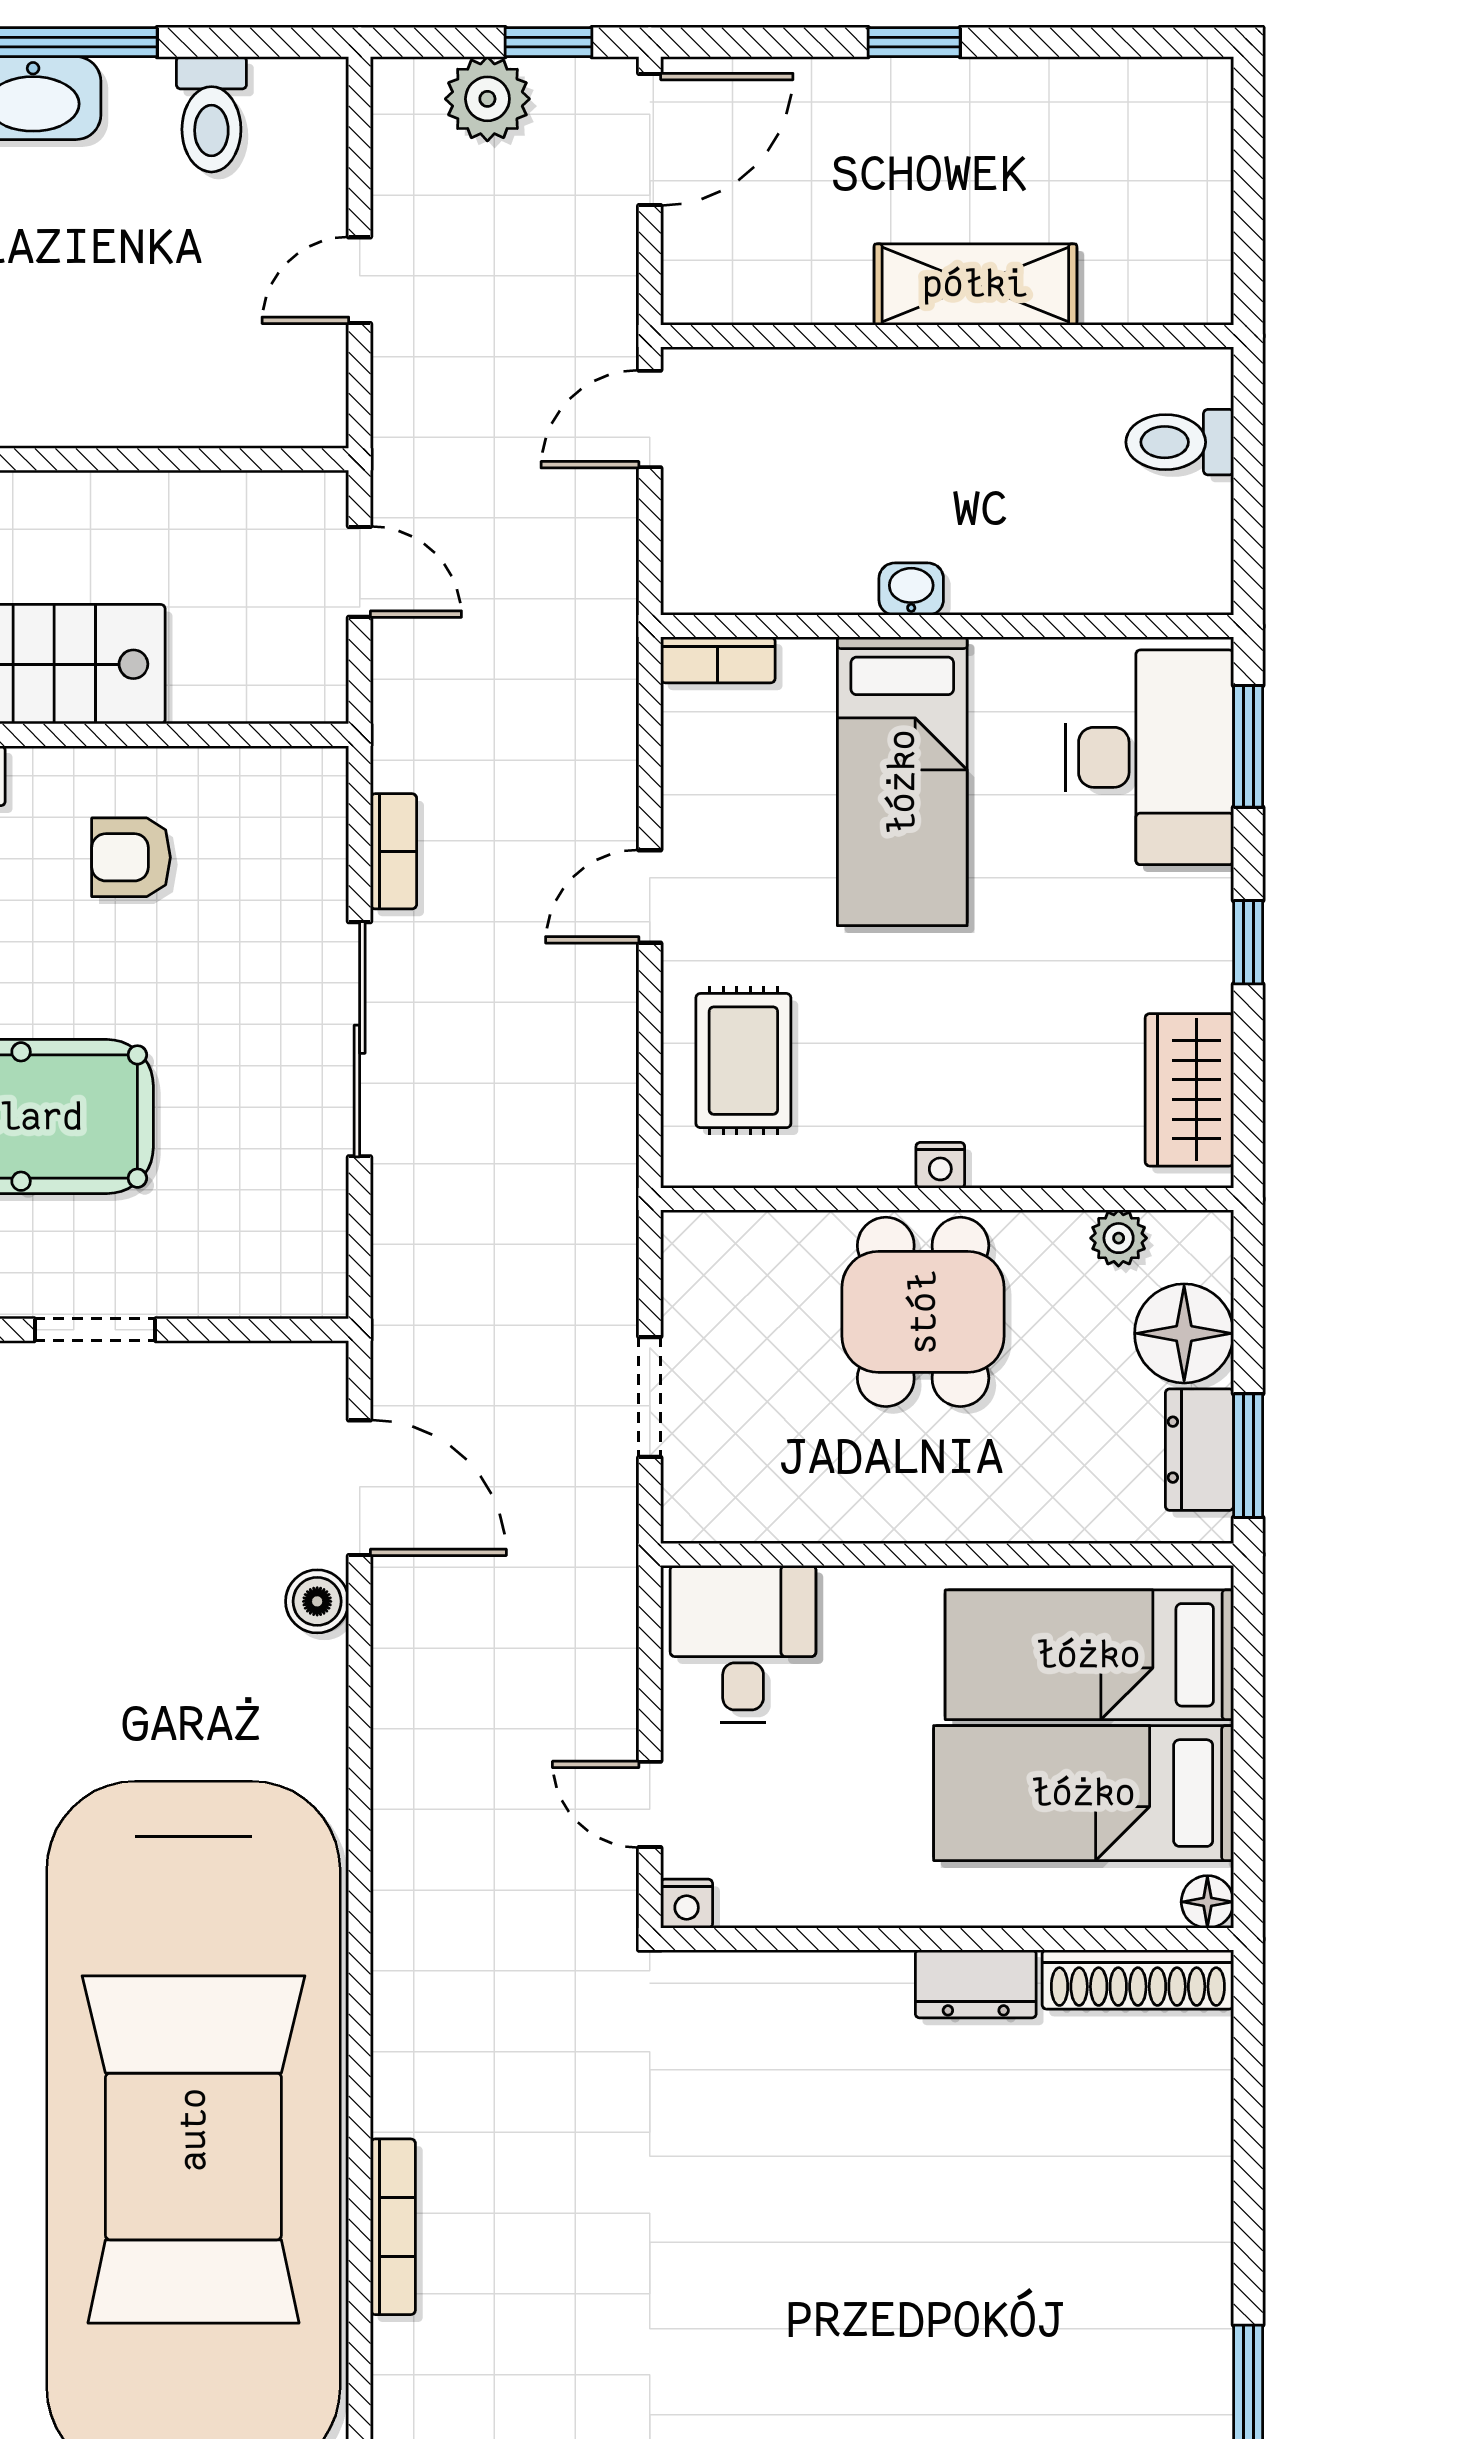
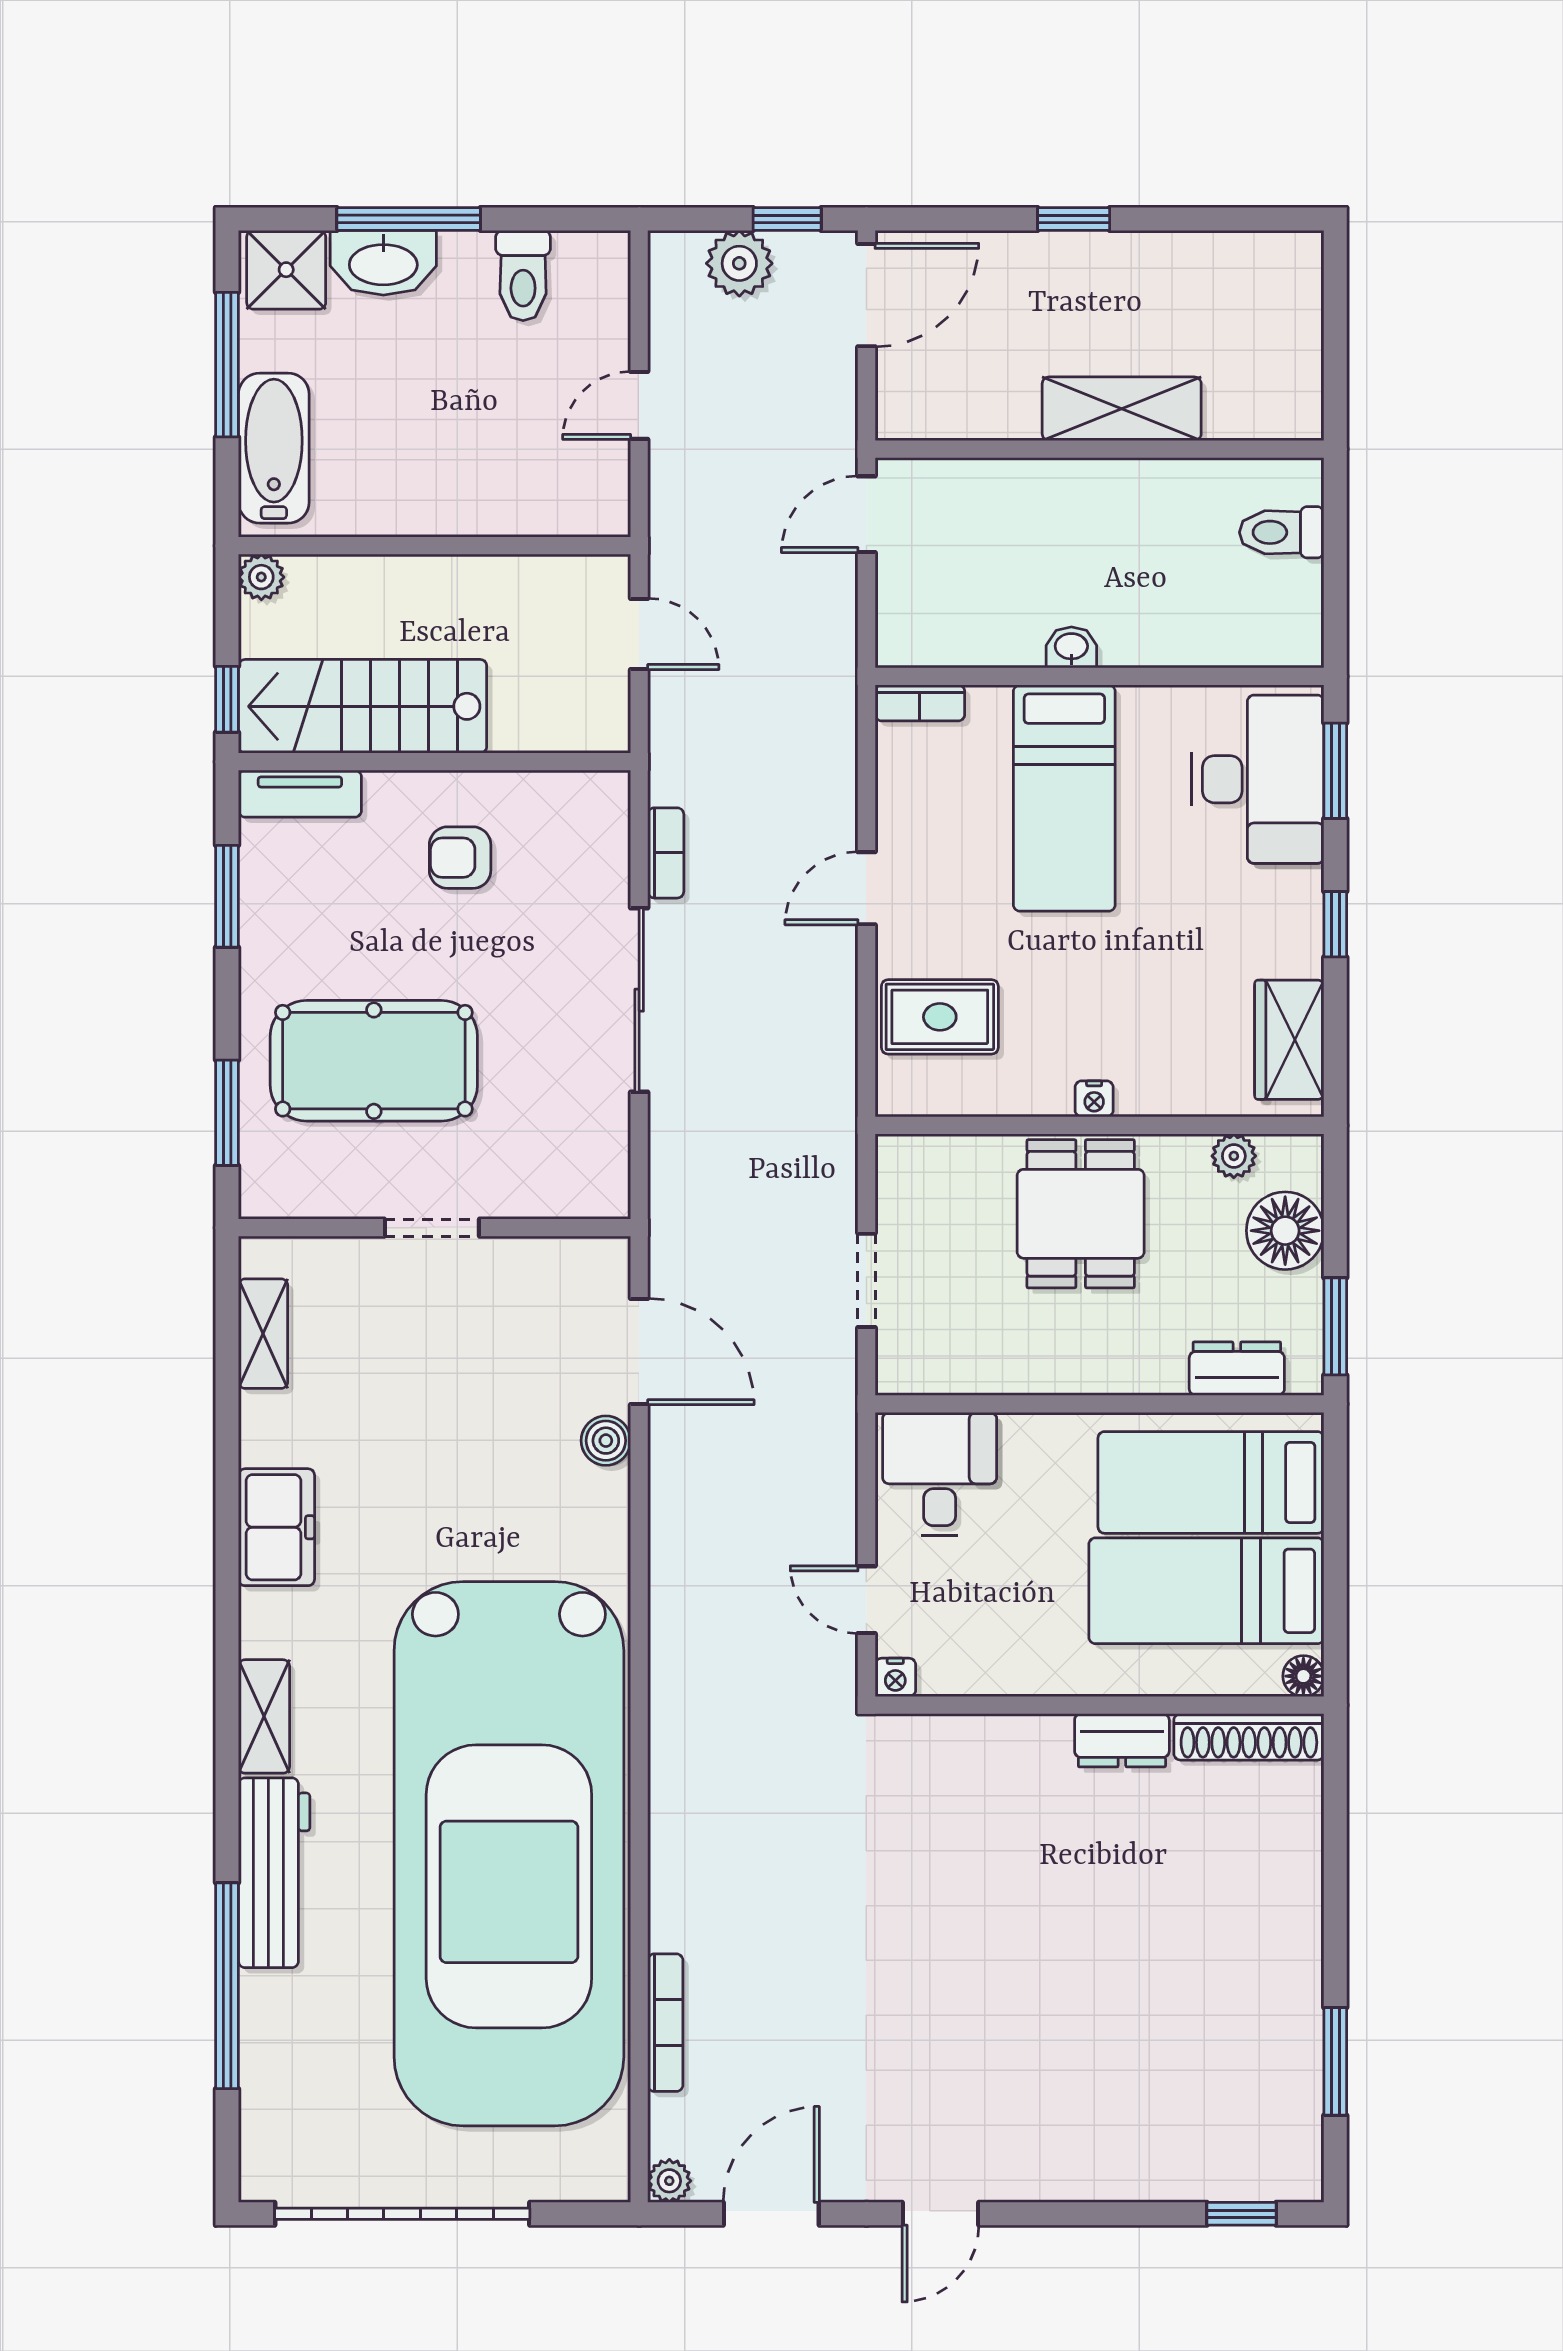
rug: (743, 1061) -> (940, 1017), turned 90
dresser: (1199, 1450) -> (1237, 1369), moved, turned 90
bookcase: (393, 2227) -> (665, 2023), moved

